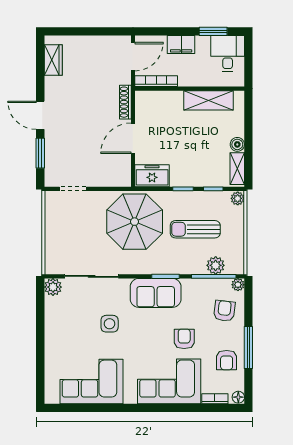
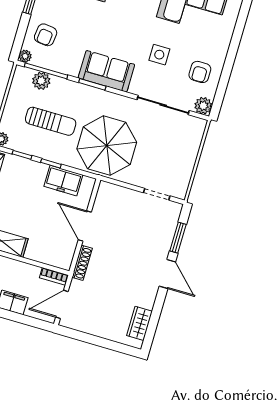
bookcase: (156, 81) -> (54, 276), width x0.64
door: (133, 138) -> (85, 226), swing flipped
freezer: (152, 176) -> (63, 181), moved
armchair: (184, 339) -> (200, 72), moved

